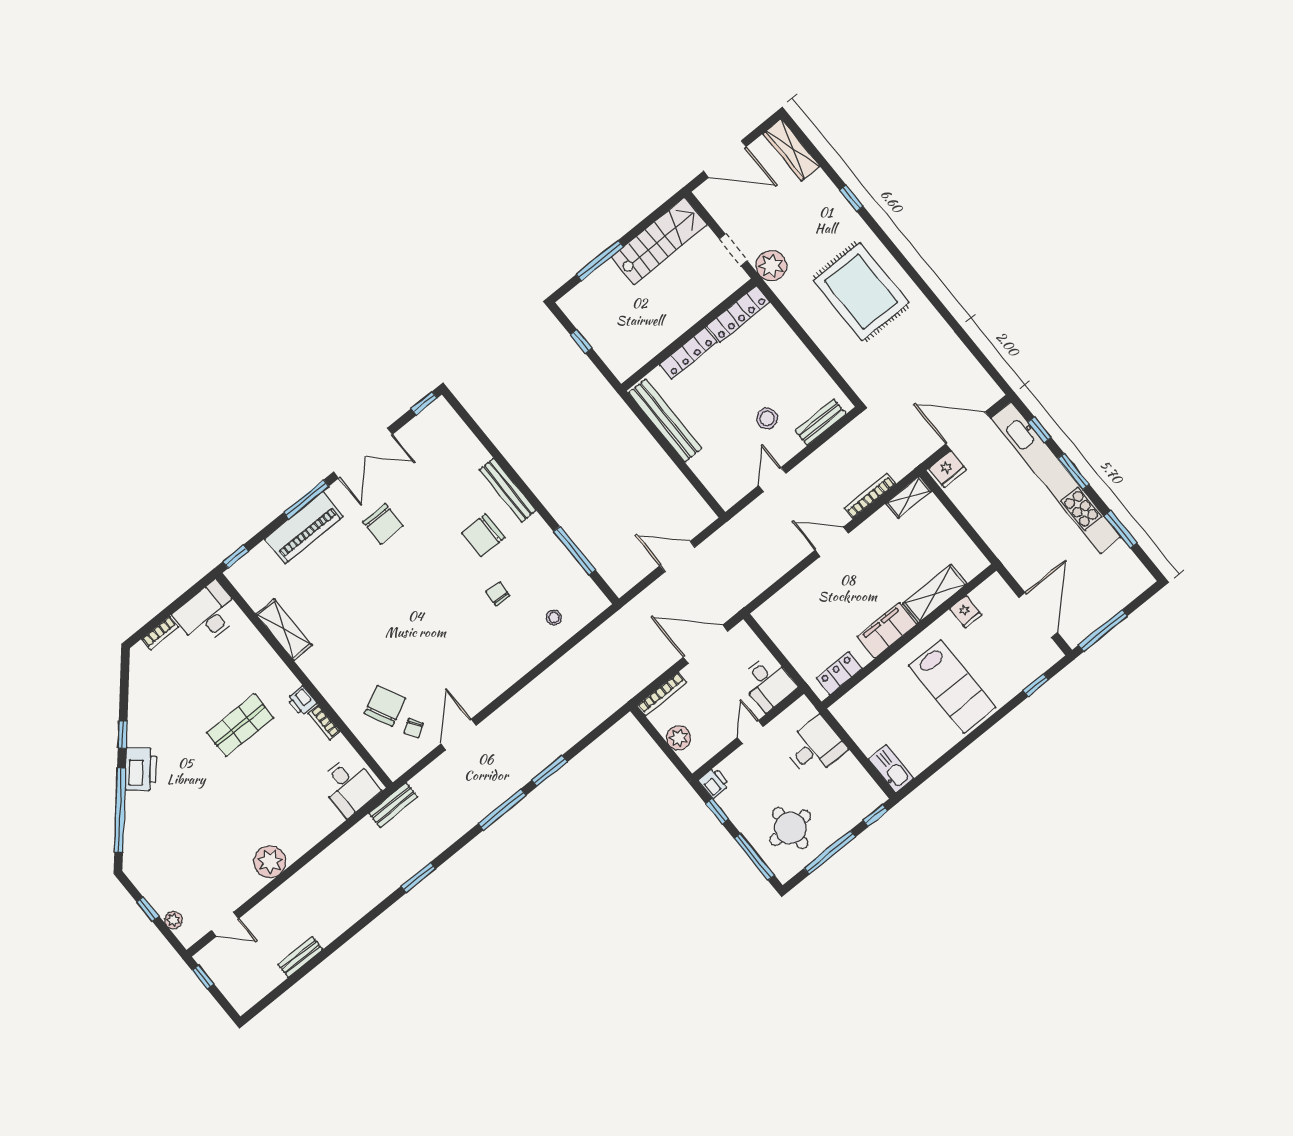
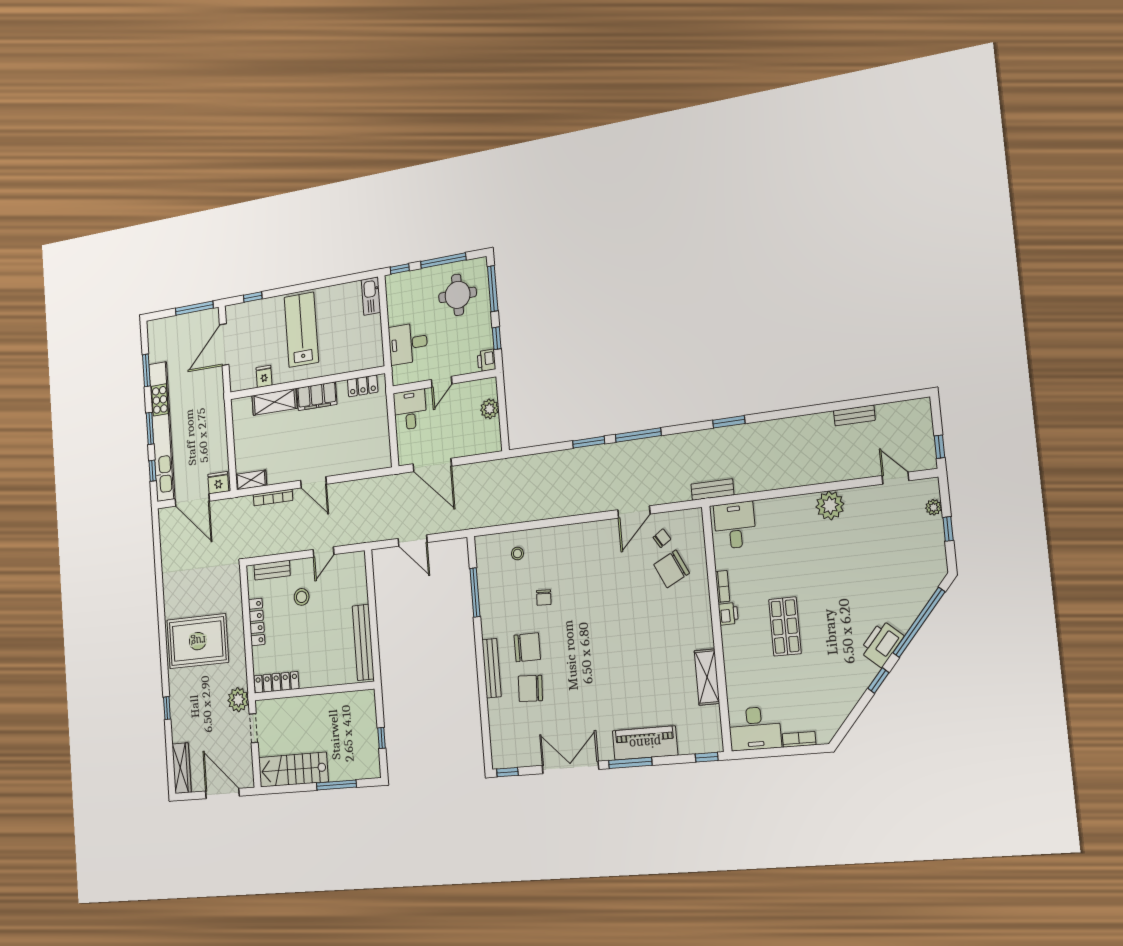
rug: (861, 292) -> (198, 641), turned 90
locker: (688, 353) -> (257, 622), moved, turned 90
chair: (383, 524) -> (530, 688), moved, turned -87
bookcase: (662, 694) -> (481, 448), removed
shop shelf: (240, 725) -> (785, 626), turned 90

